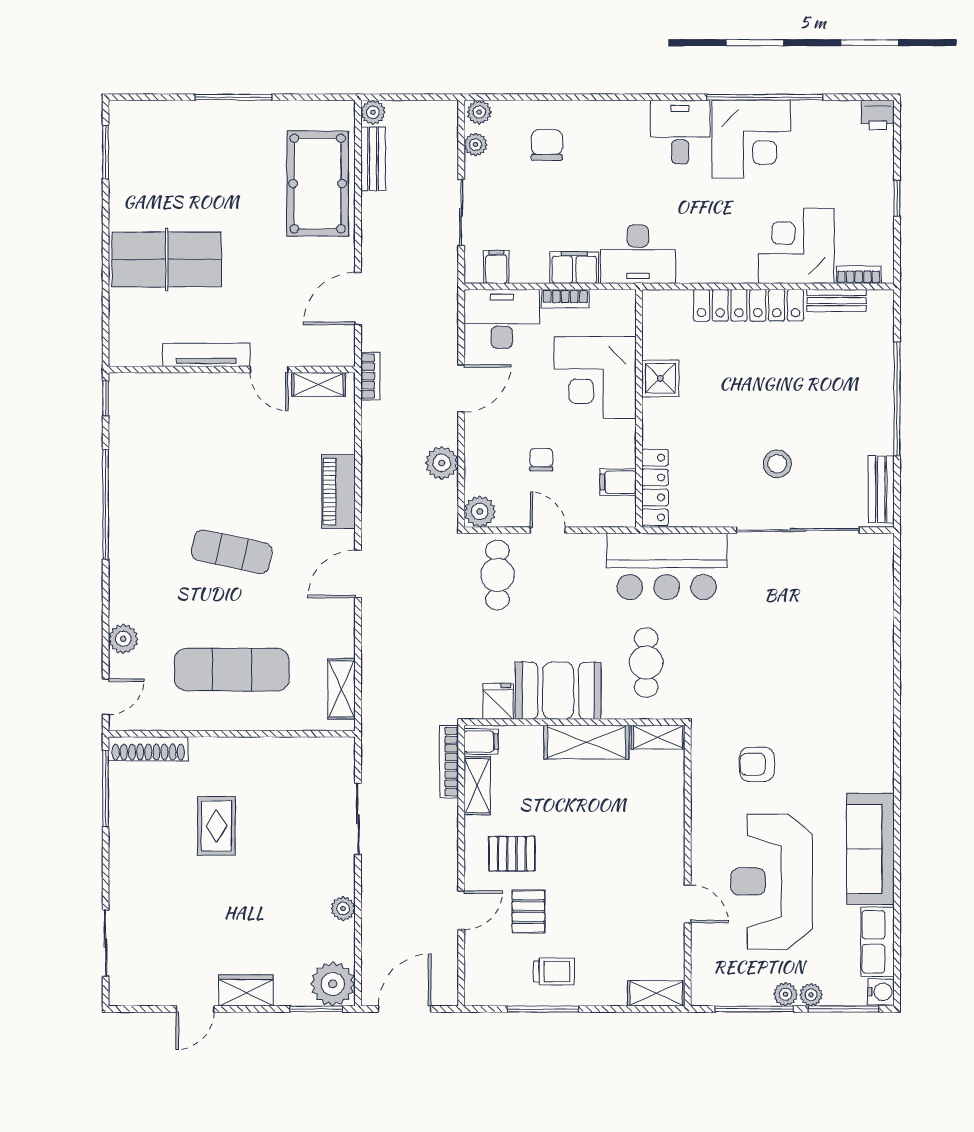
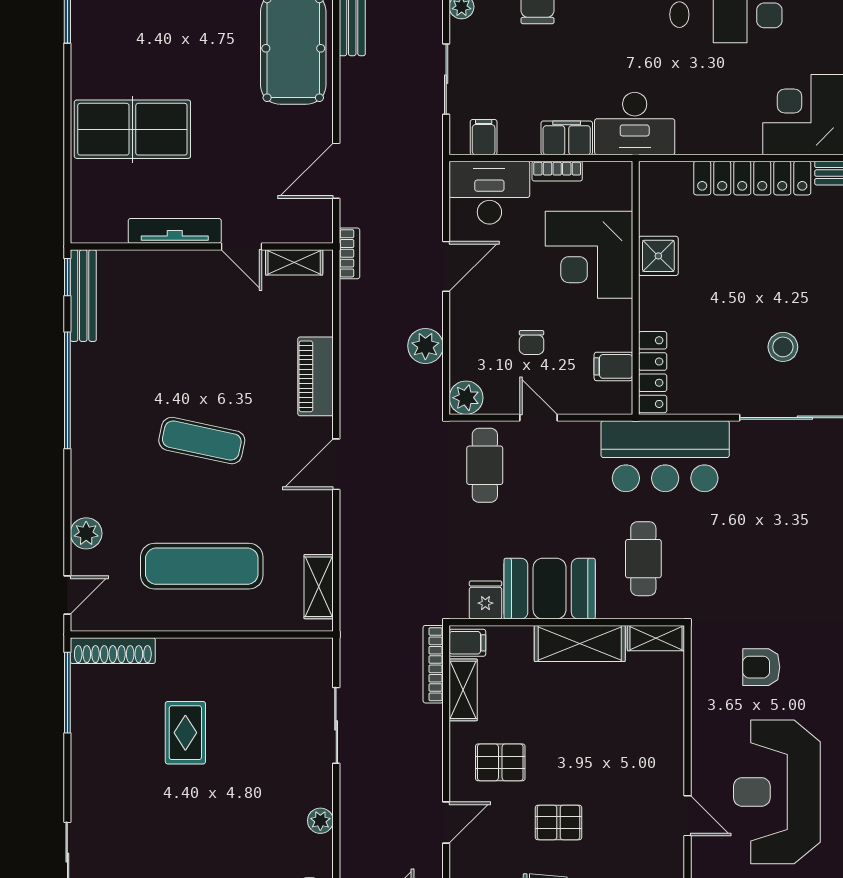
bench: (121, 416) -> (83, 296), added
chair: (541, 460) -> (531, 342), turned 180
pallet: (528, 912) -> (558, 822), moved, turned 90

